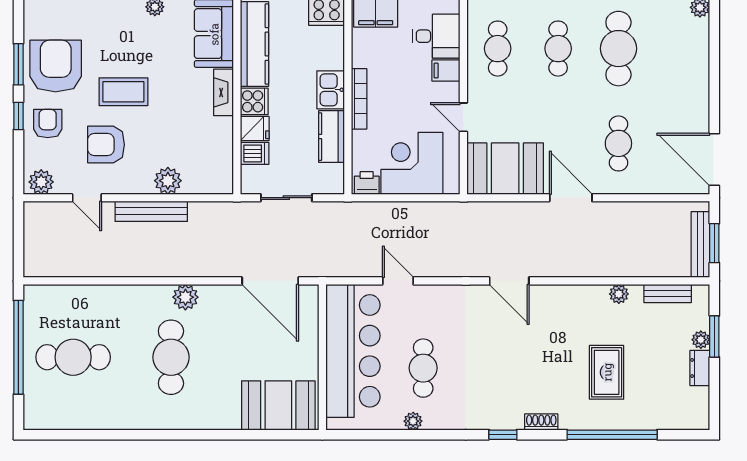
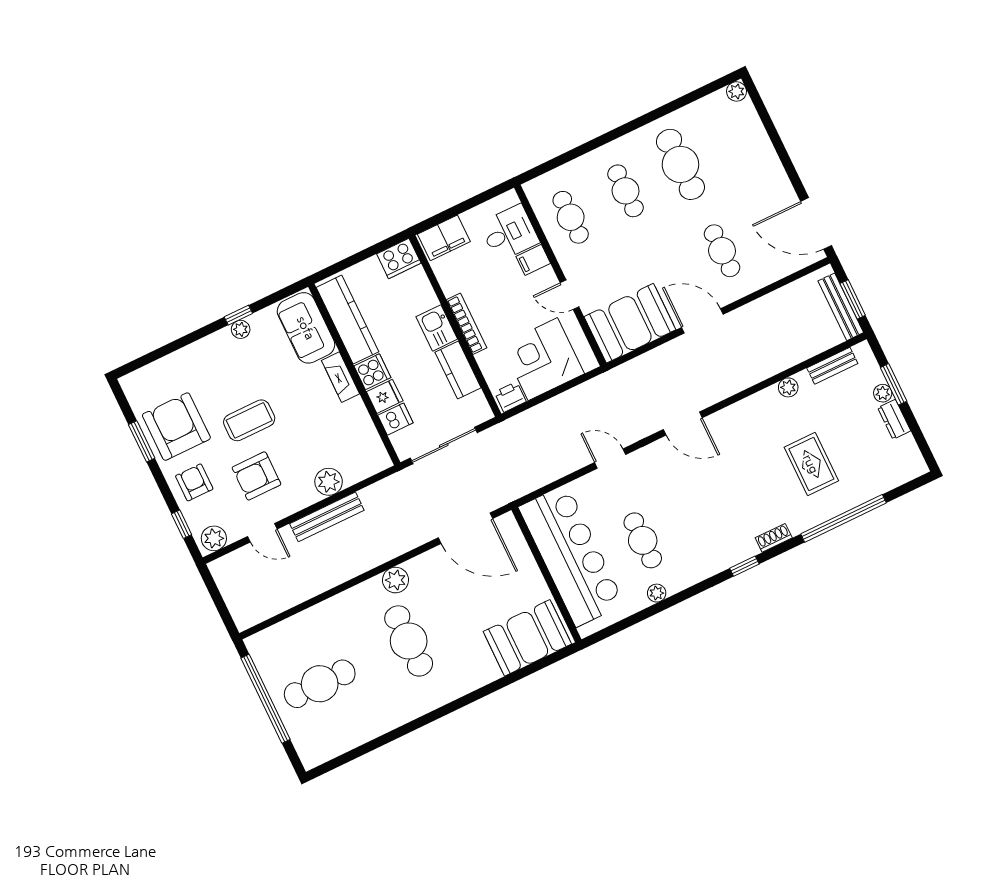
window: (18, 116) -> (182, 524), moved
sliding door: (286, 198) -> (444, 445), width x1.37
door: (398, 281) -> (610, 459), moved

